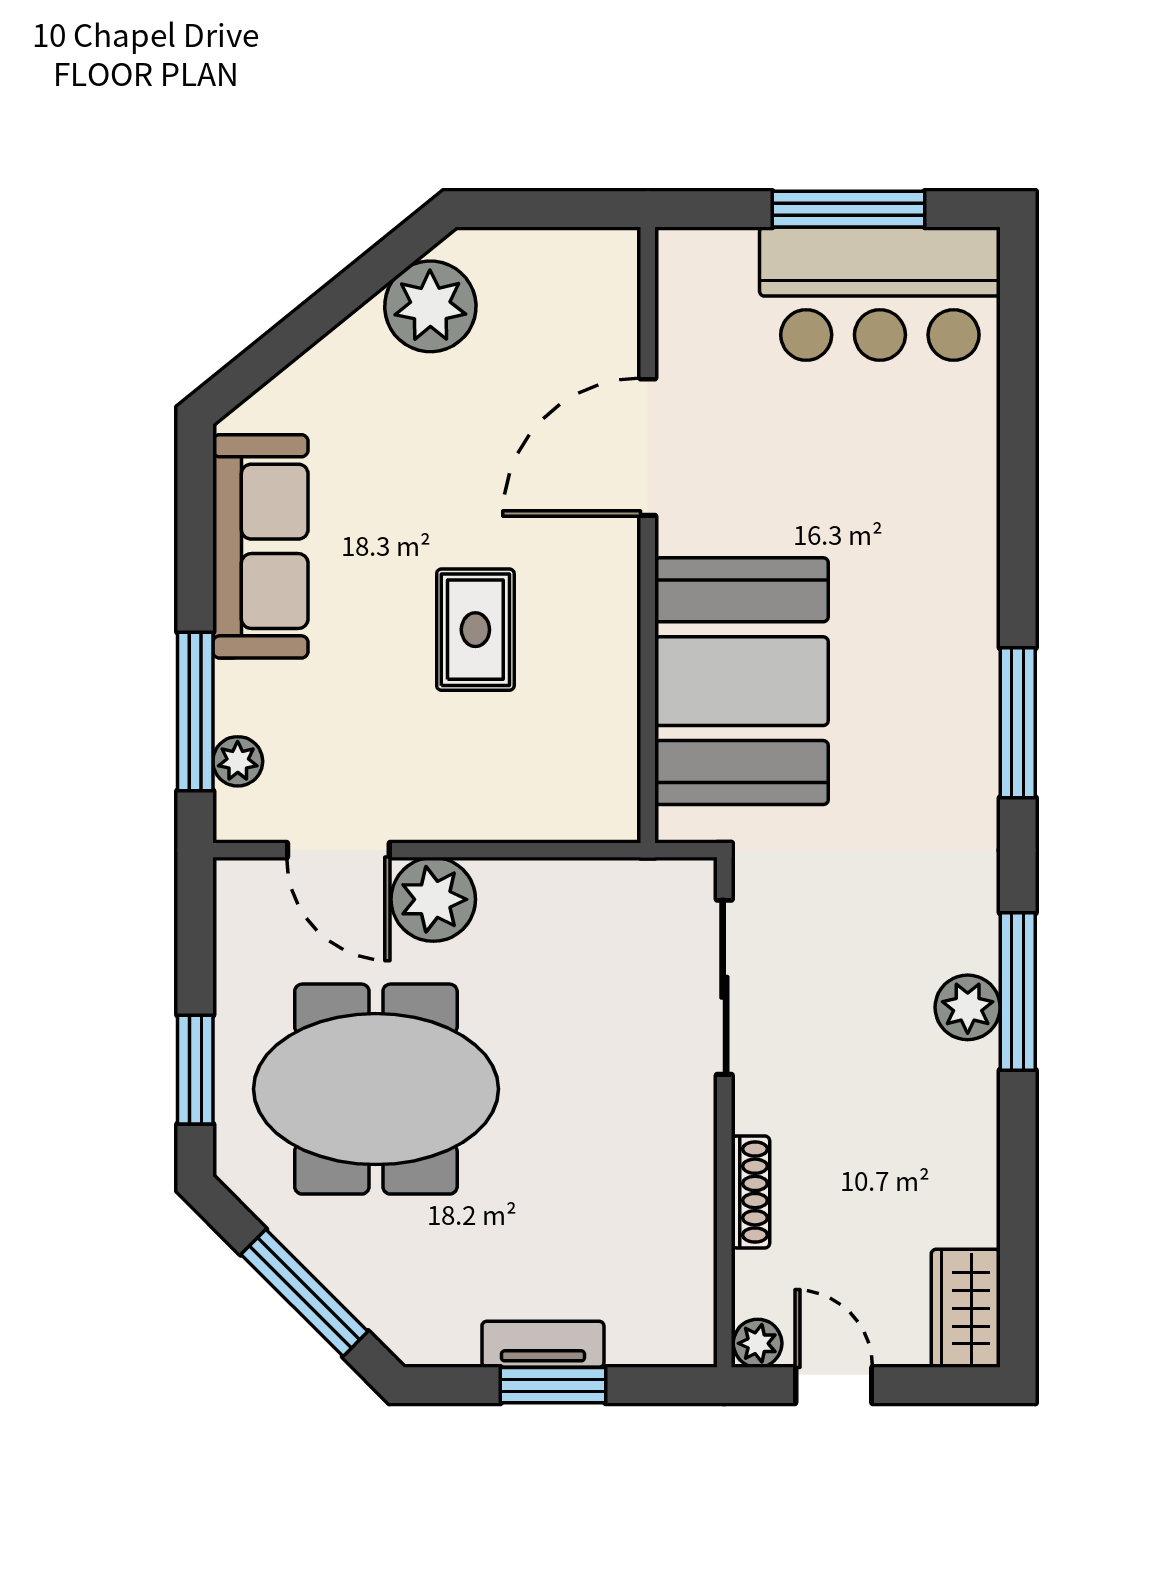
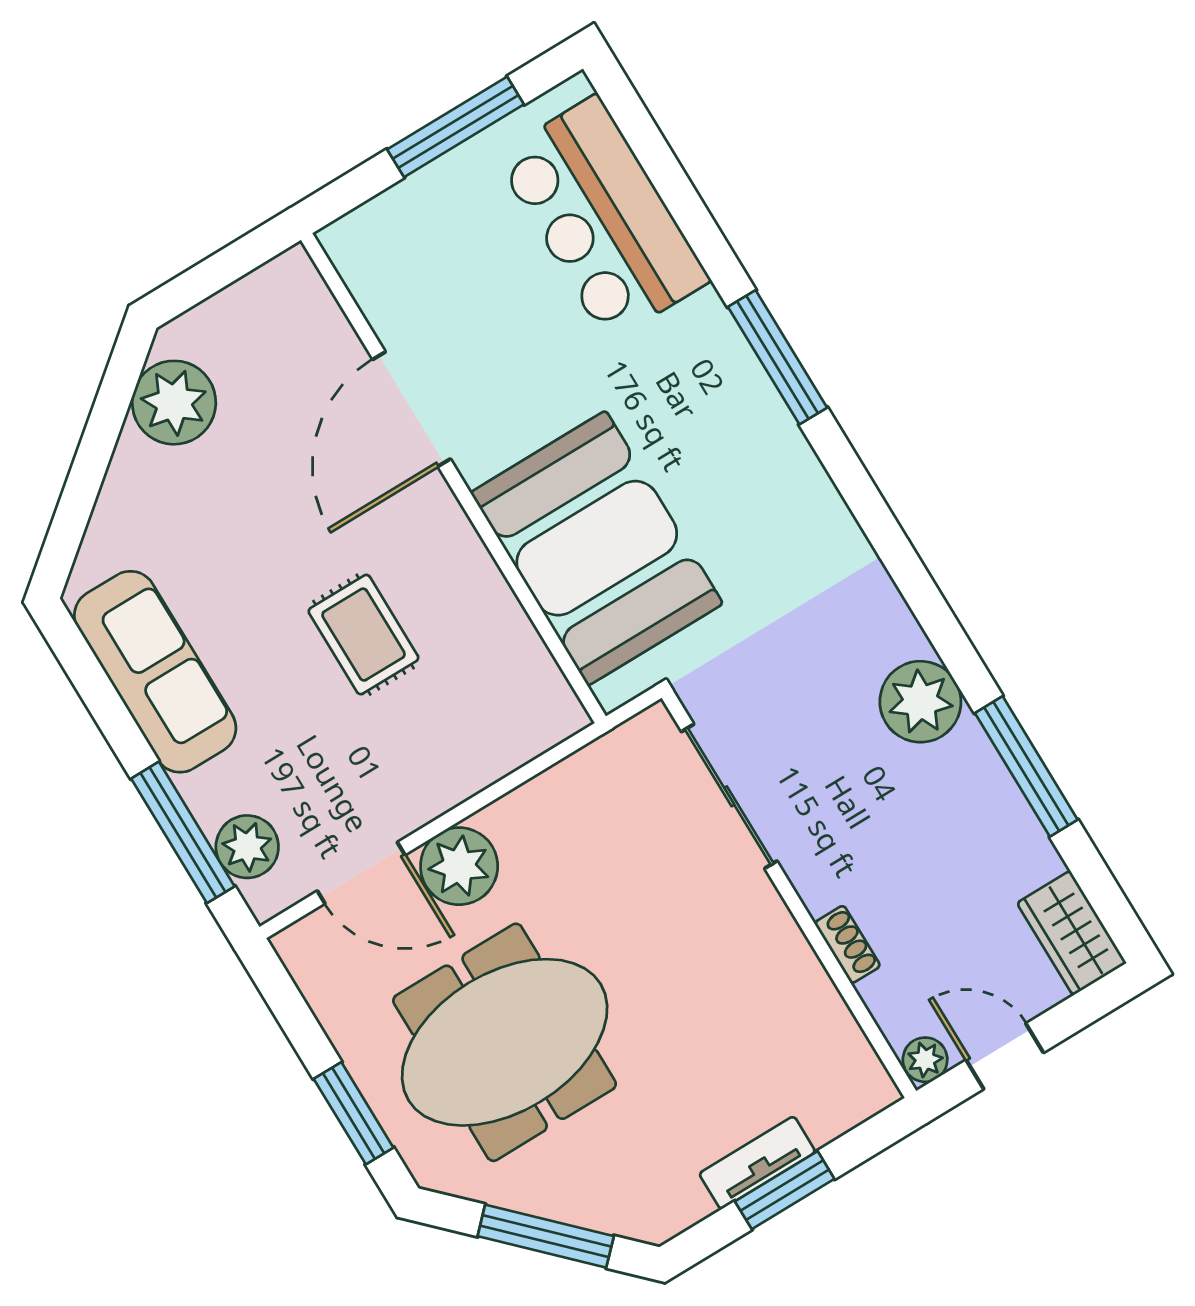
bar counter: (880, 294) -> (602, 218), moved, turned 90
window: (1018, 723) -> (777, 357), moved
plant: (238, 761) -> (247, 847), width x1.38, depth x1.38
window: (1018, 992) -> (1026, 766), moved
plant: (968, 1007) -> (920, 702), width x1.36, depth x1.36
shoe rack: (750, 1192) -> (847, 944), width x0.70

